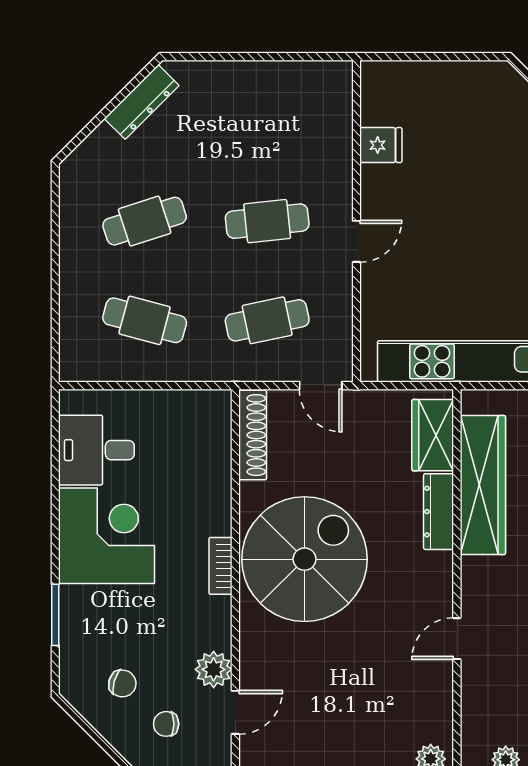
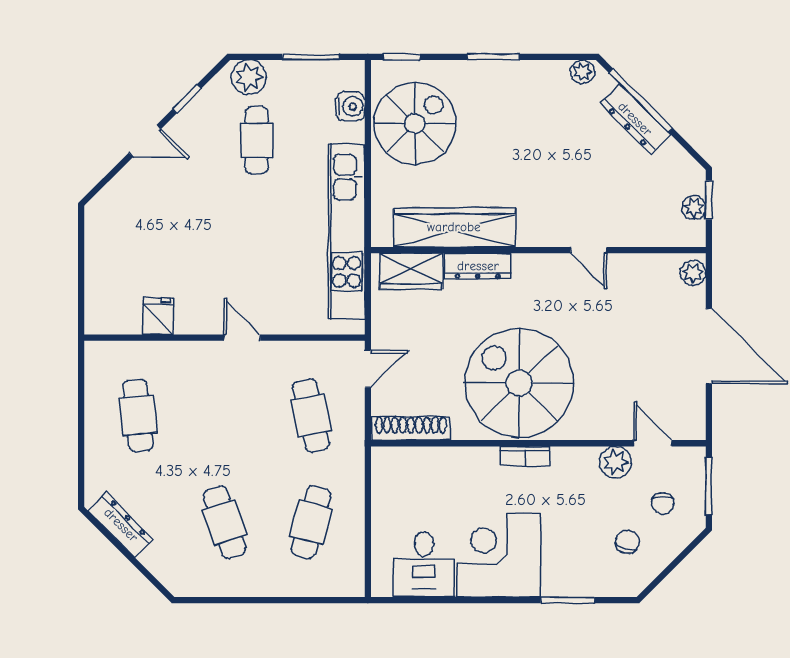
cafe table: (267, 221) -> (138, 415), moved

